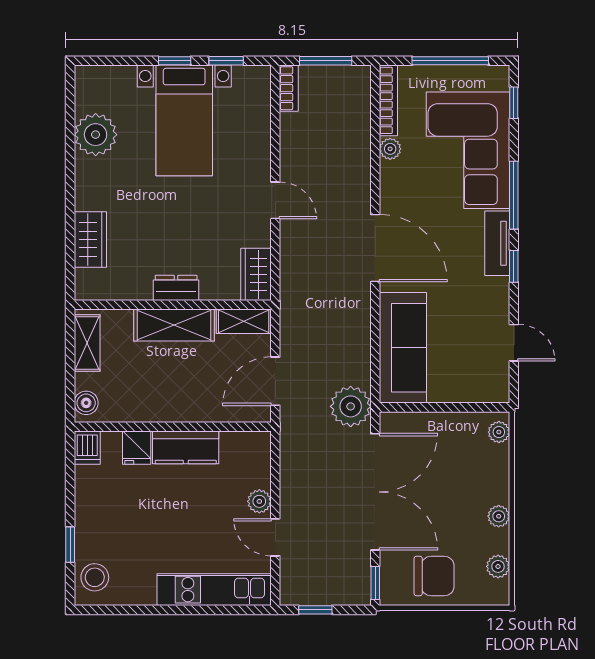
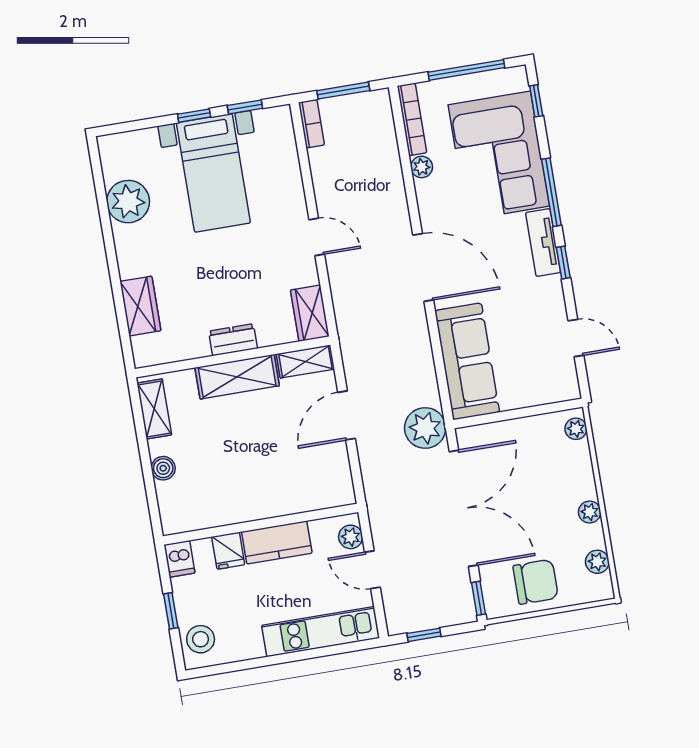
wall: (173, 427) -> (261, 524), moved
kitchen counter: (186, 447) -> (277, 542), moved
dishwasher: (87, 448) -> (179, 559), moved
fridge: (137, 448) -> (228, 551), moved

